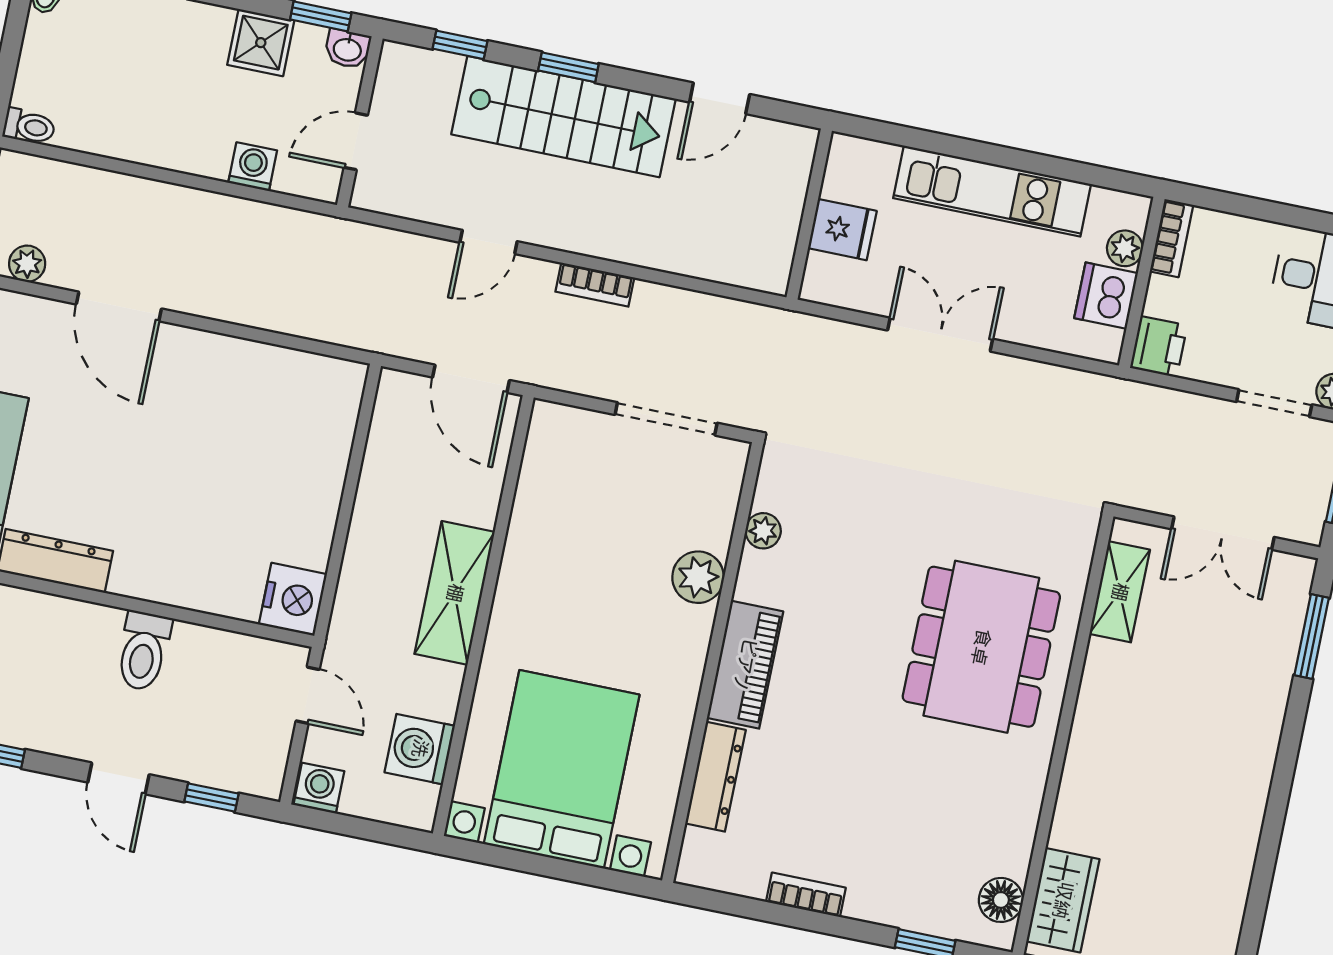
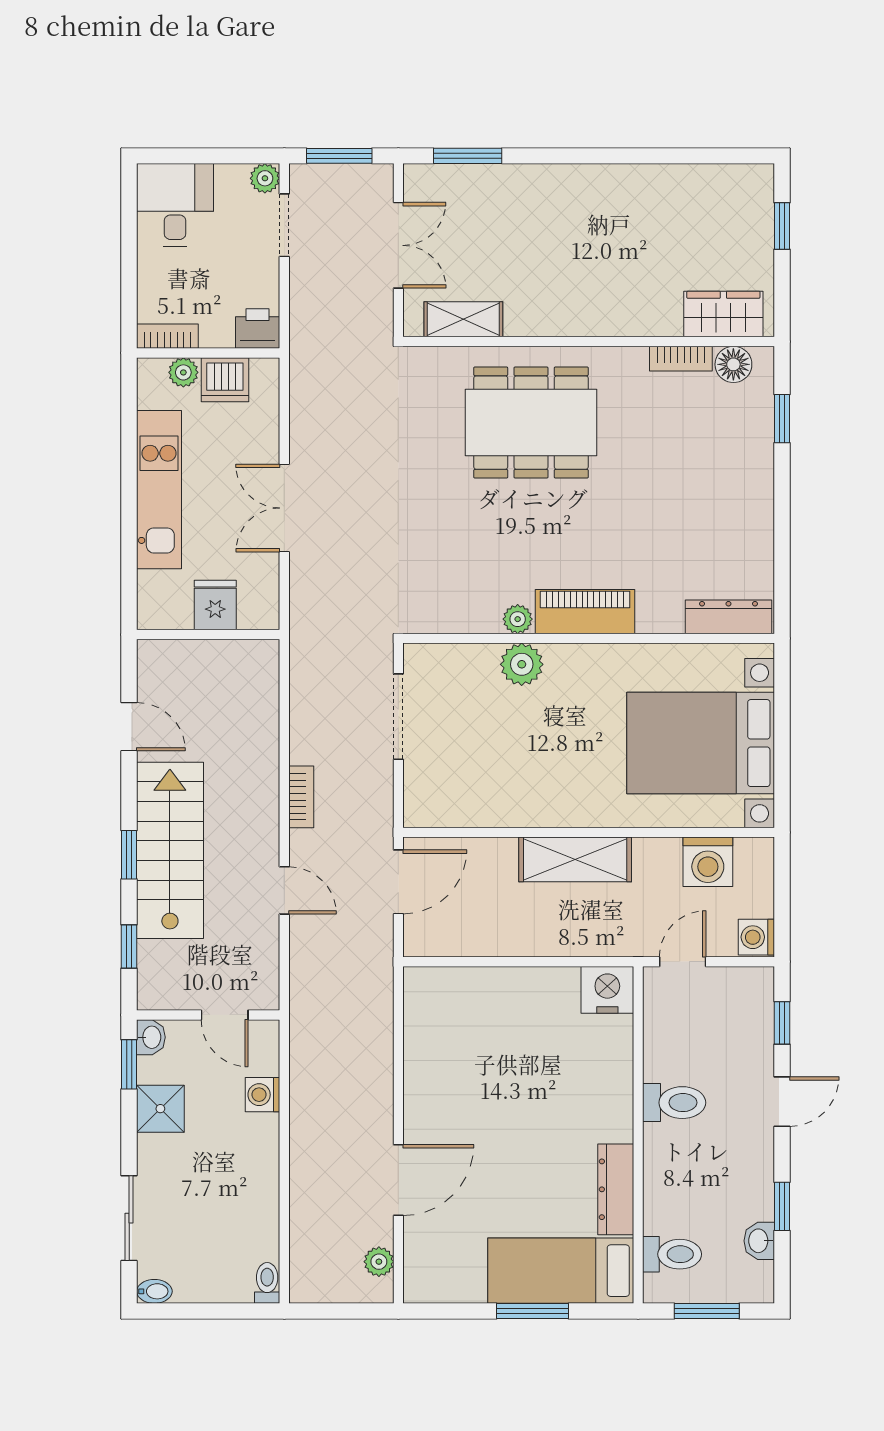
plant: (763, 531) -> (518, 619), moved
dresser: (715, 777) -> (728, 617), moved
bookcase: (806, 895) -> (681, 359), moved, turned -90

